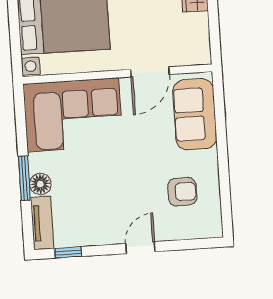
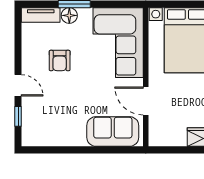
armchair: (182, 192) -> (60, 60), moved
window: (68, 252) -> (18, 116), moved

